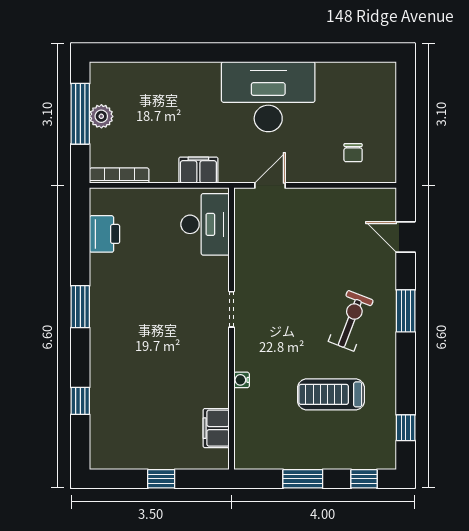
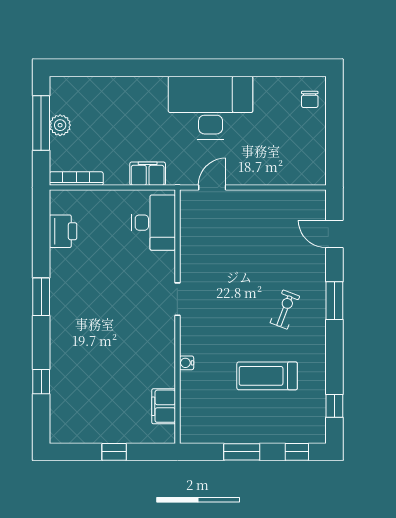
chair: (353, 153) -> (310, 99), moved
exercise bike: (351, 321) -> (285, 309), width x0.73, depth x0.72

